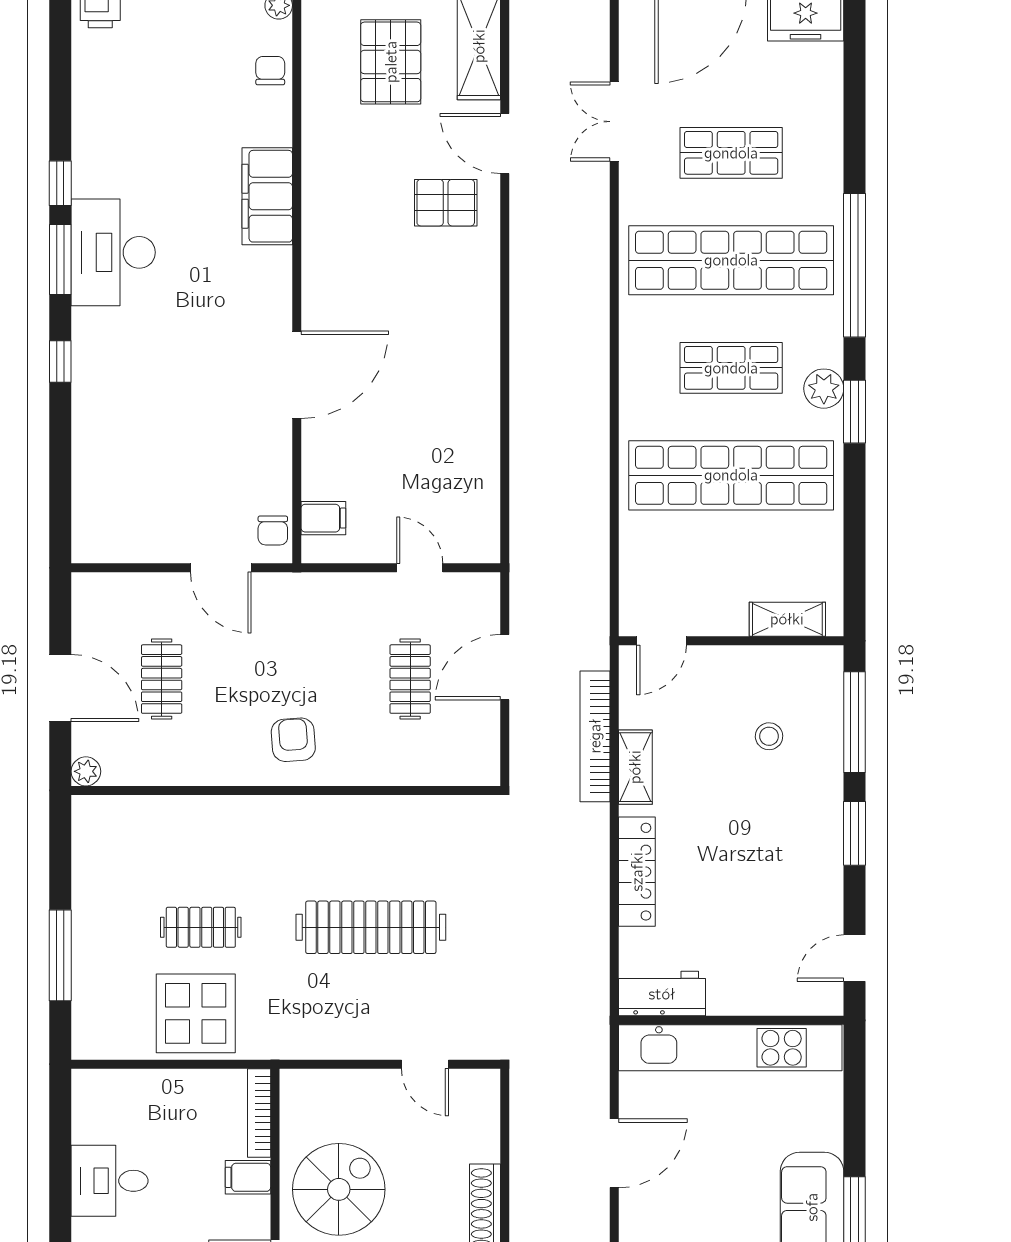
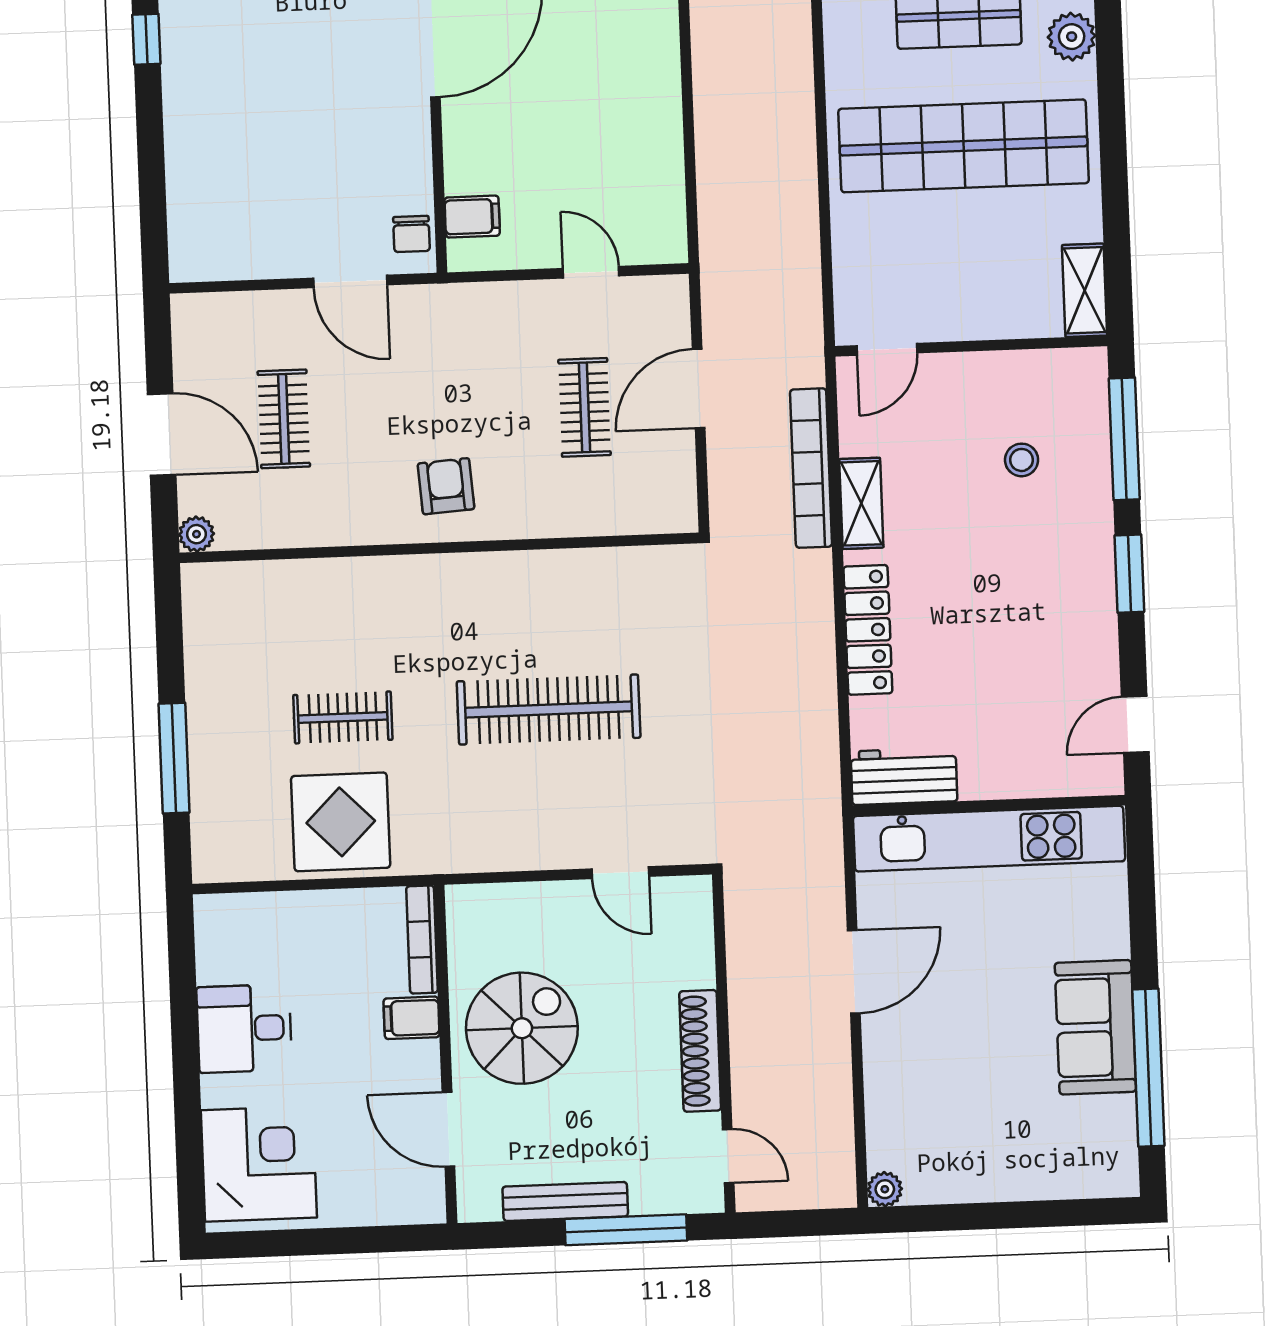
window: (855, 412) -> (1110, 63), removed
shelving: (787, 619) -> (1085, 290), moved, turned 90

